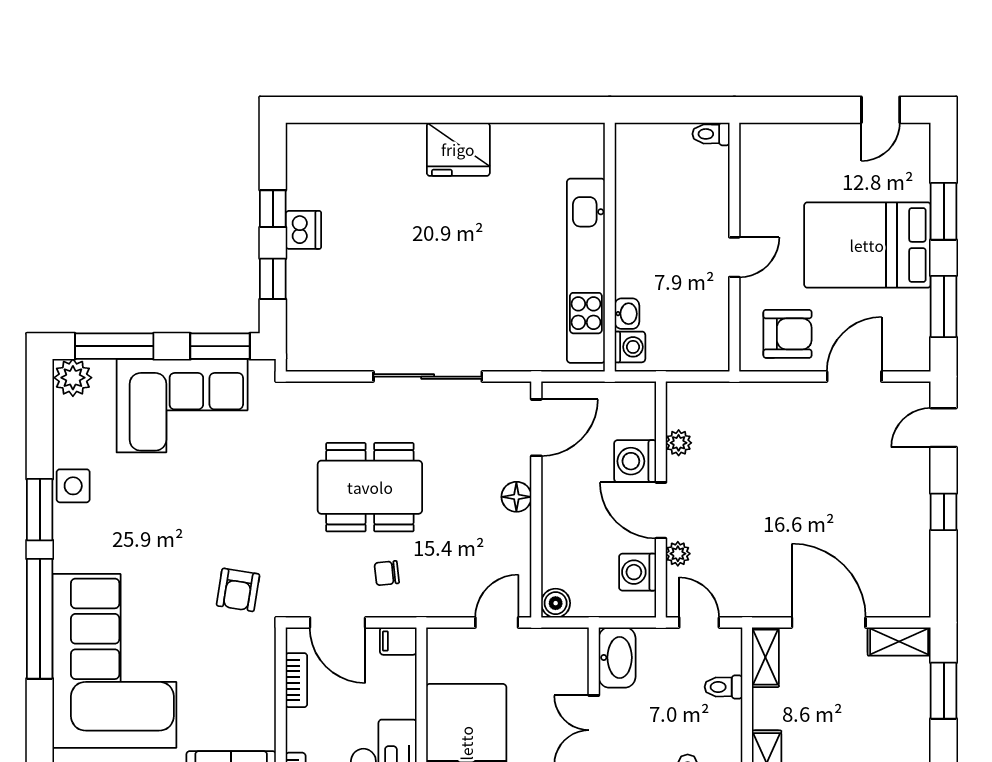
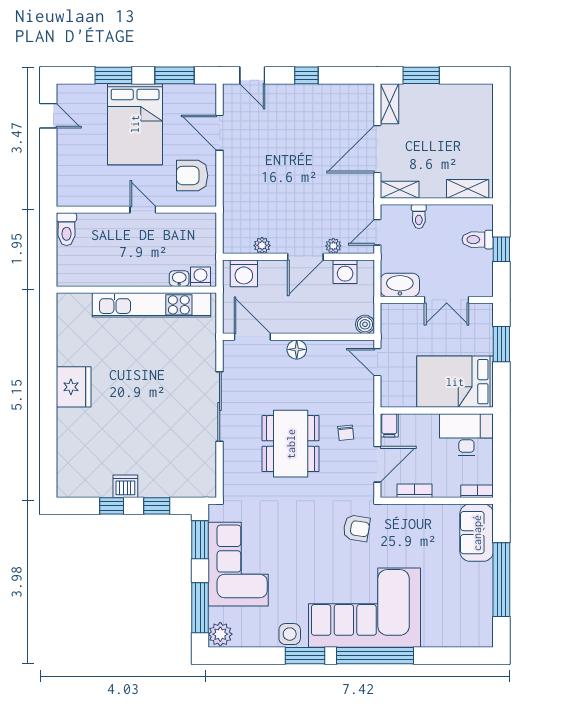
toilet: (711, 134) -> (67, 229), width x1.37, depth x1.39
armchair: (787, 334) -> (192, 175), turned -90
washing machine: (635, 461) -> (244, 273), moved
corner sofa: (114, 661) -> (364, 608), moved

